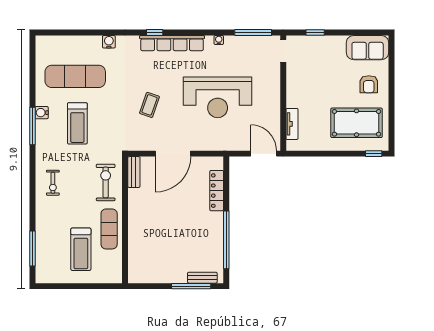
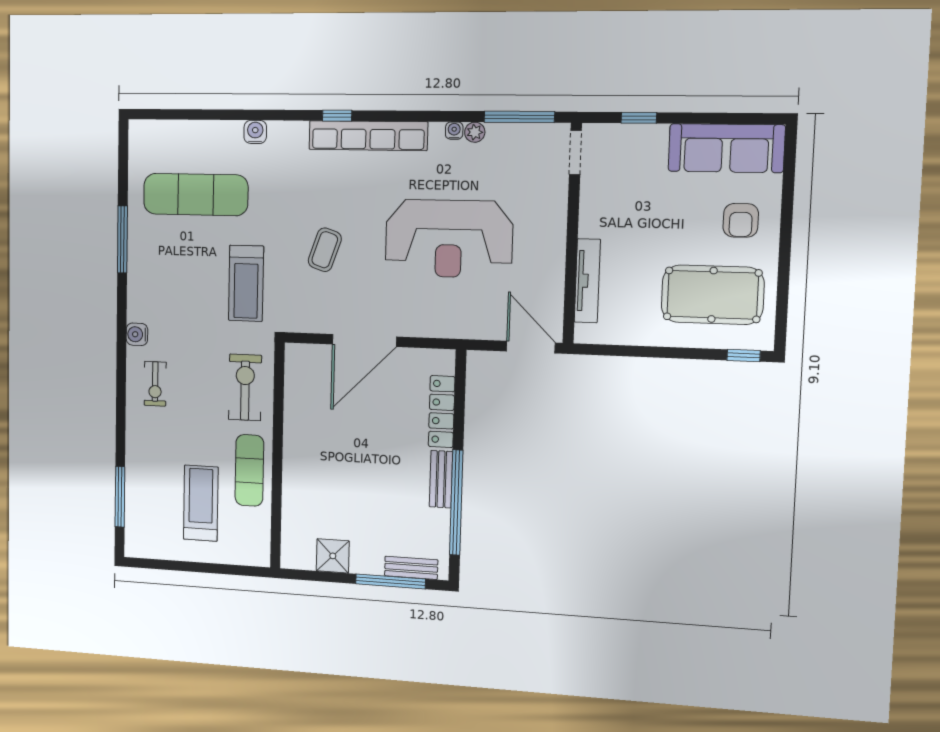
plant: (230, 41) -> (475, 132), added
sofa: (368, 48) -> (726, 148), width x1.36
water cooler: (42, 113) -> (137, 334), moved
treadmill: (77, 123) -> (246, 283), moved
tv unit: (292, 124) -> (587, 281), width x1.41
window: (32, 126) -> (122, 239), moved
bench: (134, 172) -> (441, 479), moved
treadmill: (81, 249) -> (201, 503), turned 180
shower: (158, 274) -> (333, 556), added

